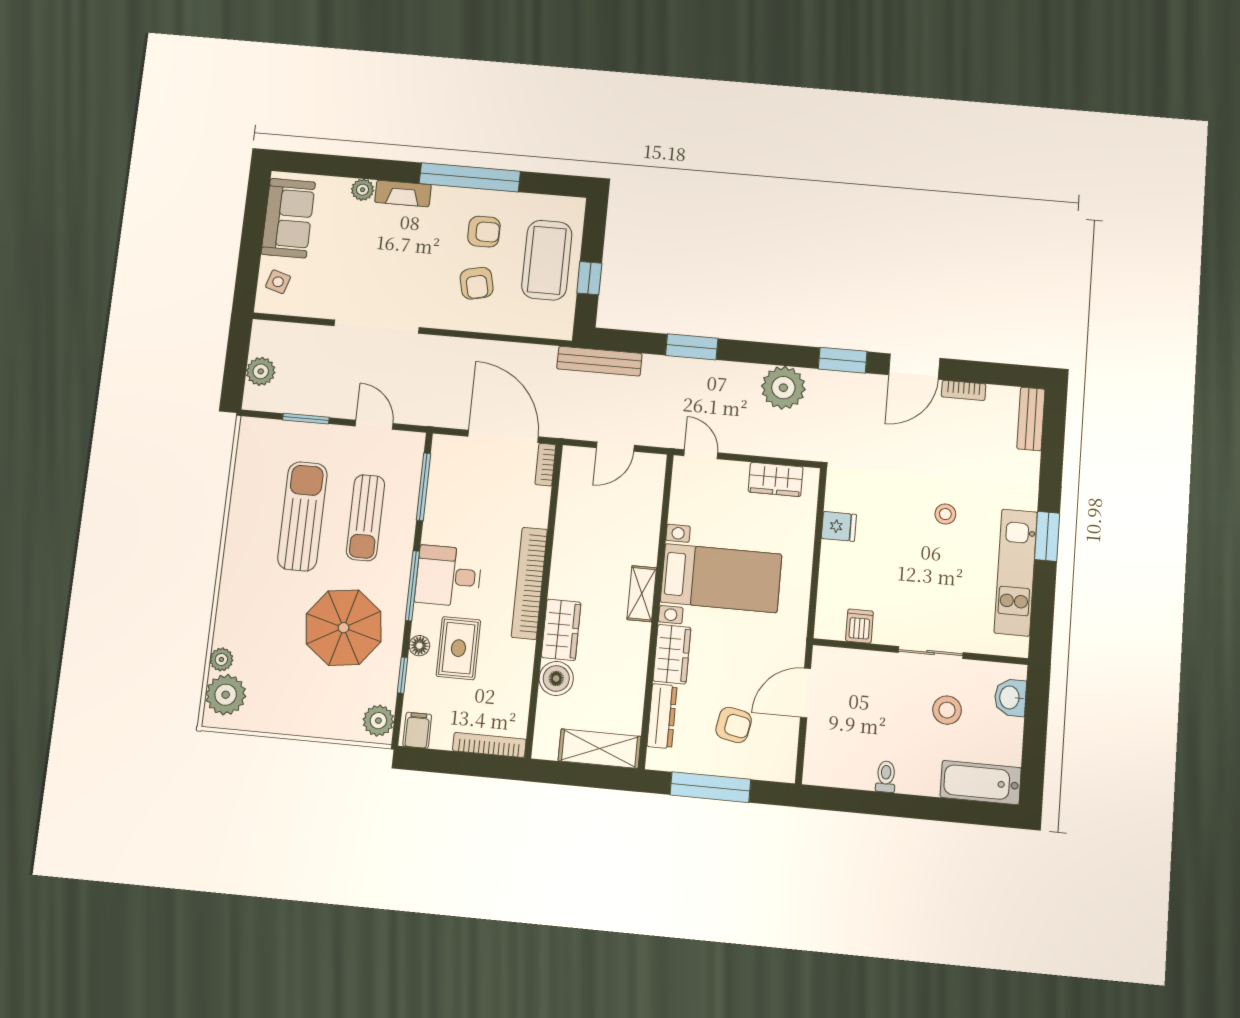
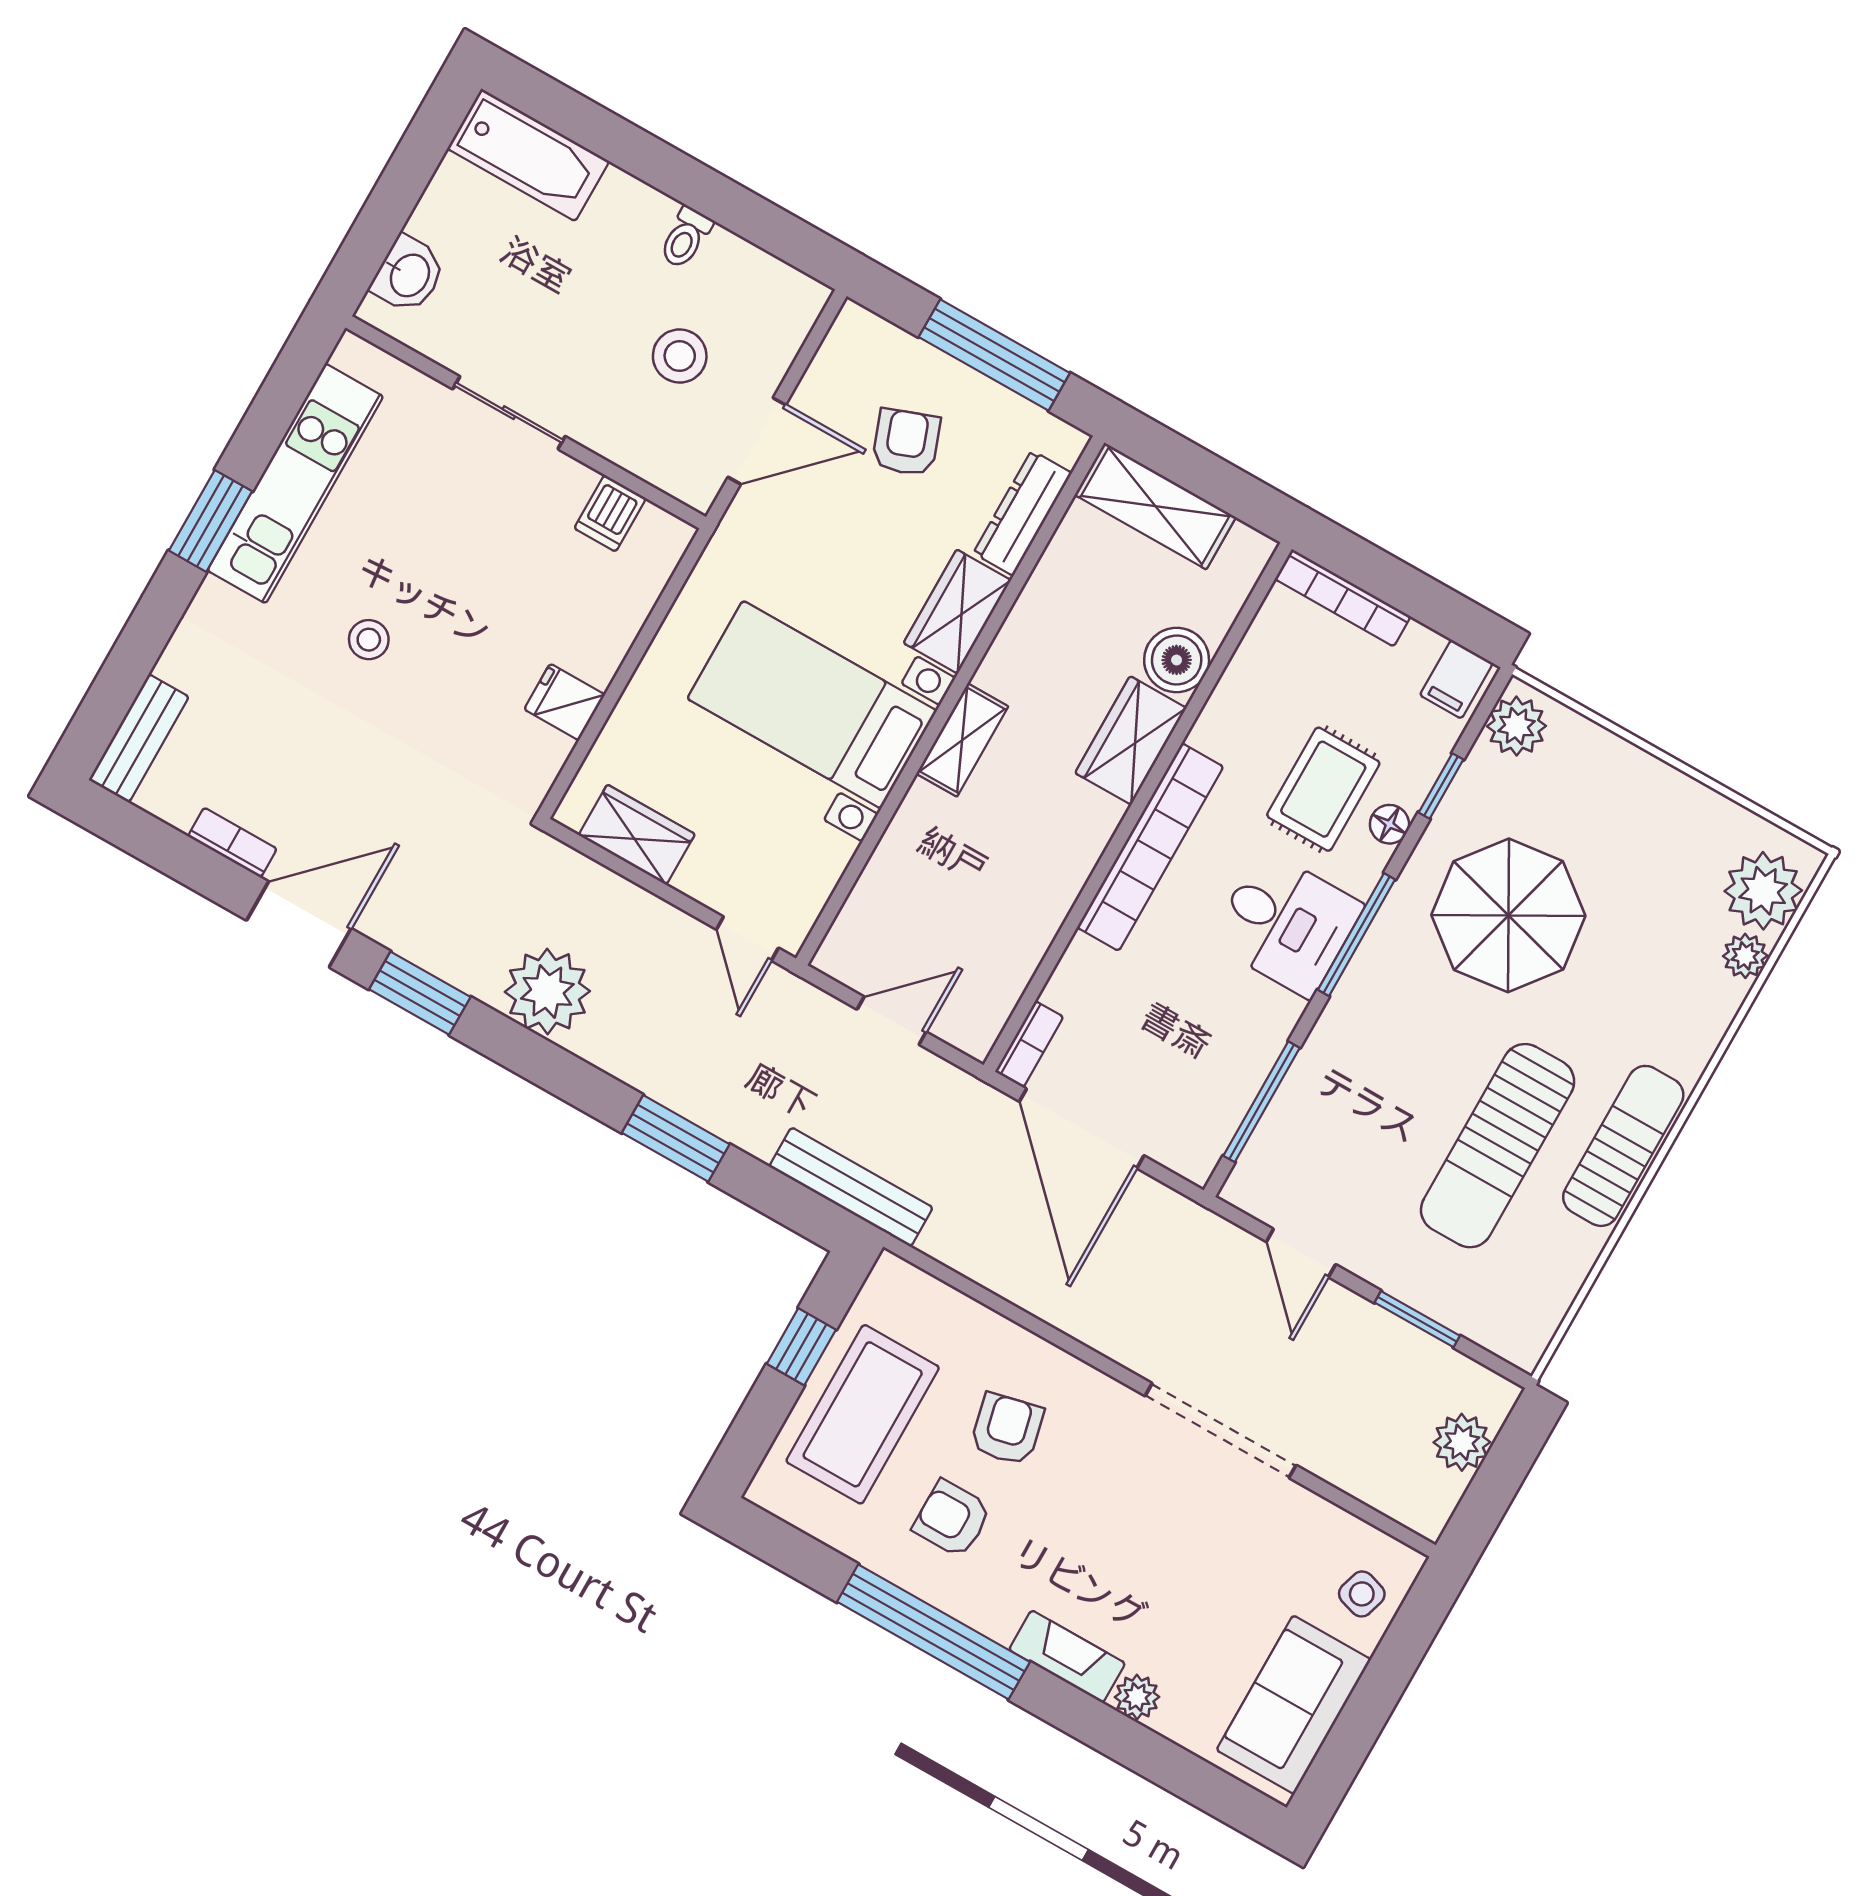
sun lounger: (365, 518) -> (1623, 1146), moved
stool: (947, 710) -> (680, 356), moved
armchair: (734, 725) -> (906, 442), turned 59

